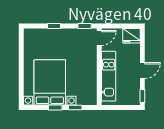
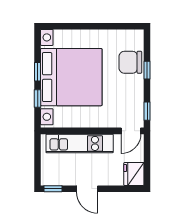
chair: (48, 38) -> (130, 62), added
door: (99, 38) -> (131, 131), hinge flipped
bed with nightstands: (50, 82) -> (71, 77), width x1.36

